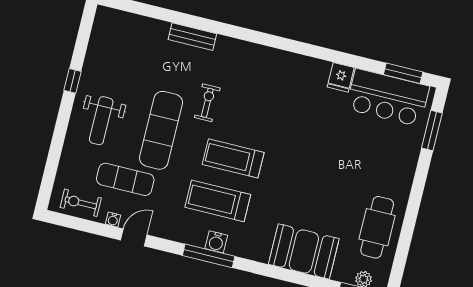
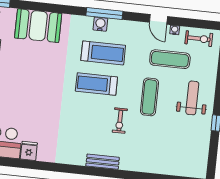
bench: (192, 37) -> (103, 162), moved
exercise mat: (161, 130) -> (149, 97), width x0.73, depth x0.69
treadmill: (233, 158) -> (96, 84), turned 180
door: (134, 237) -> (158, 19), hinge flipped

